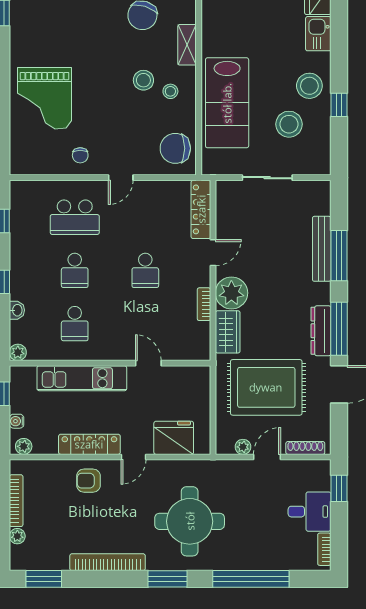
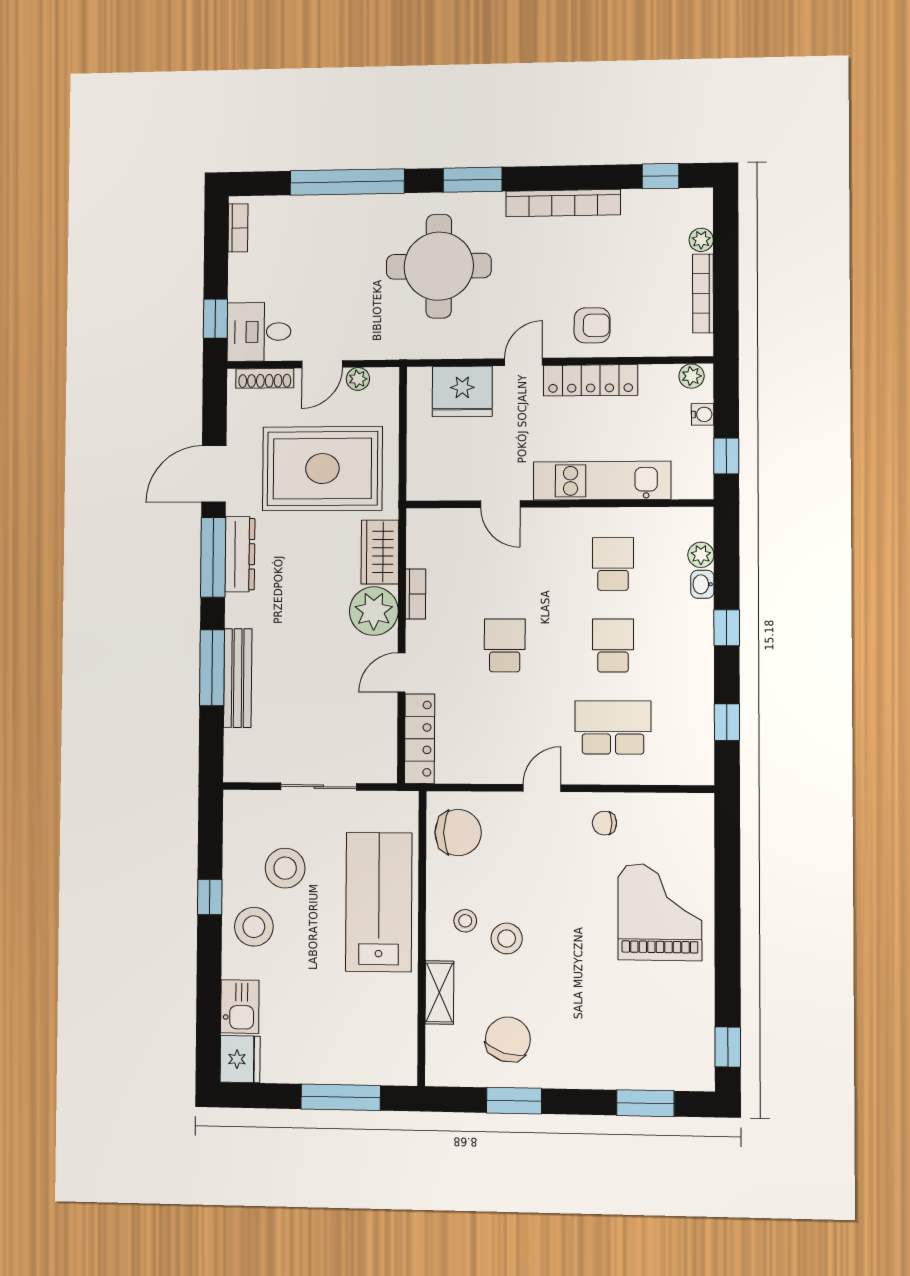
chair: (80, 155) -> (604, 823), turned -90
plant: (18, 352) -> (701, 555), moved
desk: (309, 512) -> (259, 332), moved
window: (44, 579) -> (660, 176), width x0.67

